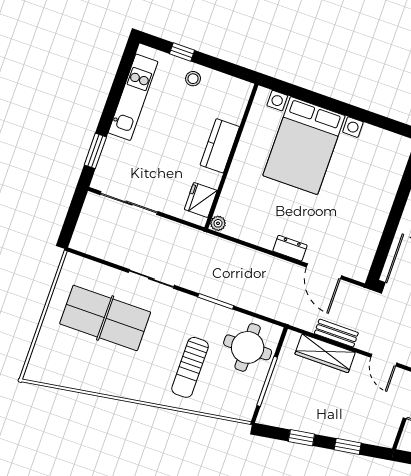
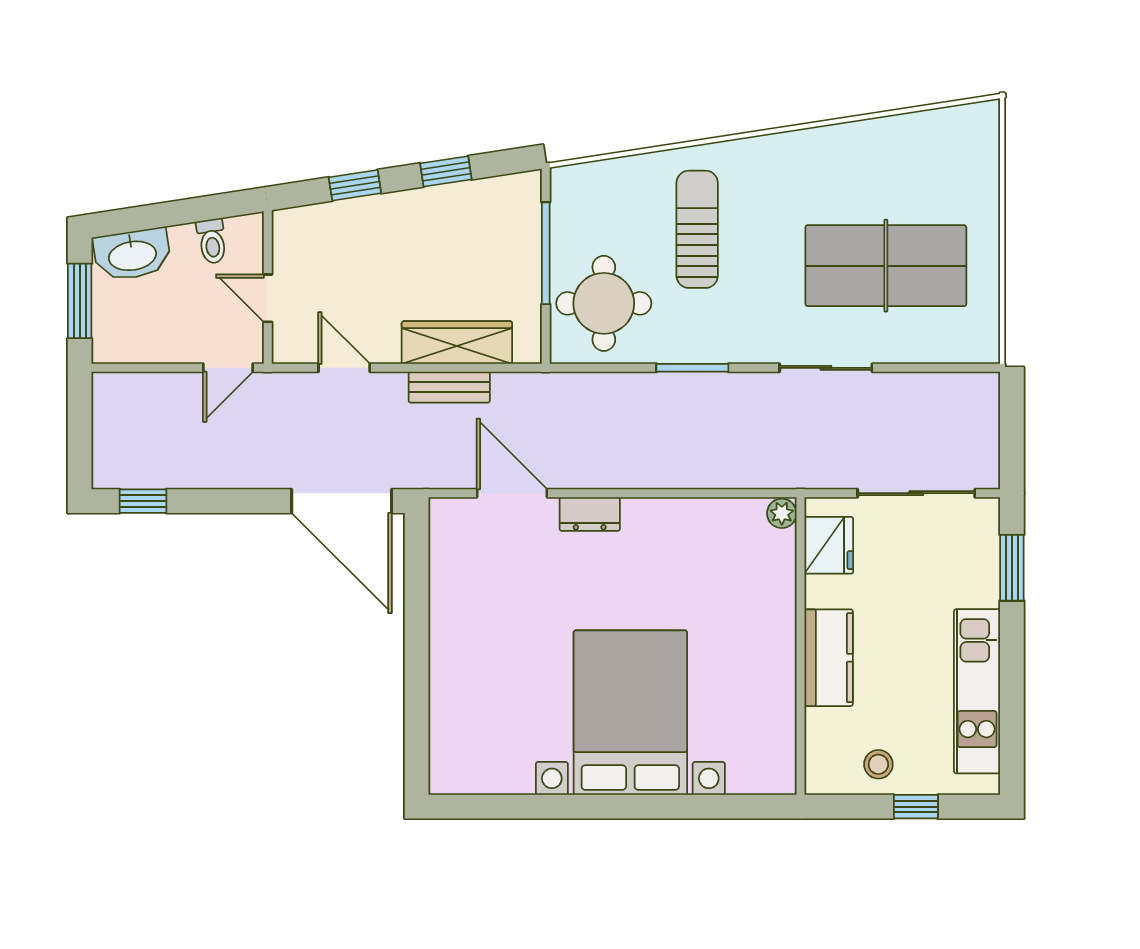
kitchen counter: (220, 146) -> (829, 658), moved
wall: (231, 156) -> (800, 646), moved
fridge: (201, 200) -> (829, 545), moved
plant: (218, 223) -> (782, 513), moved

